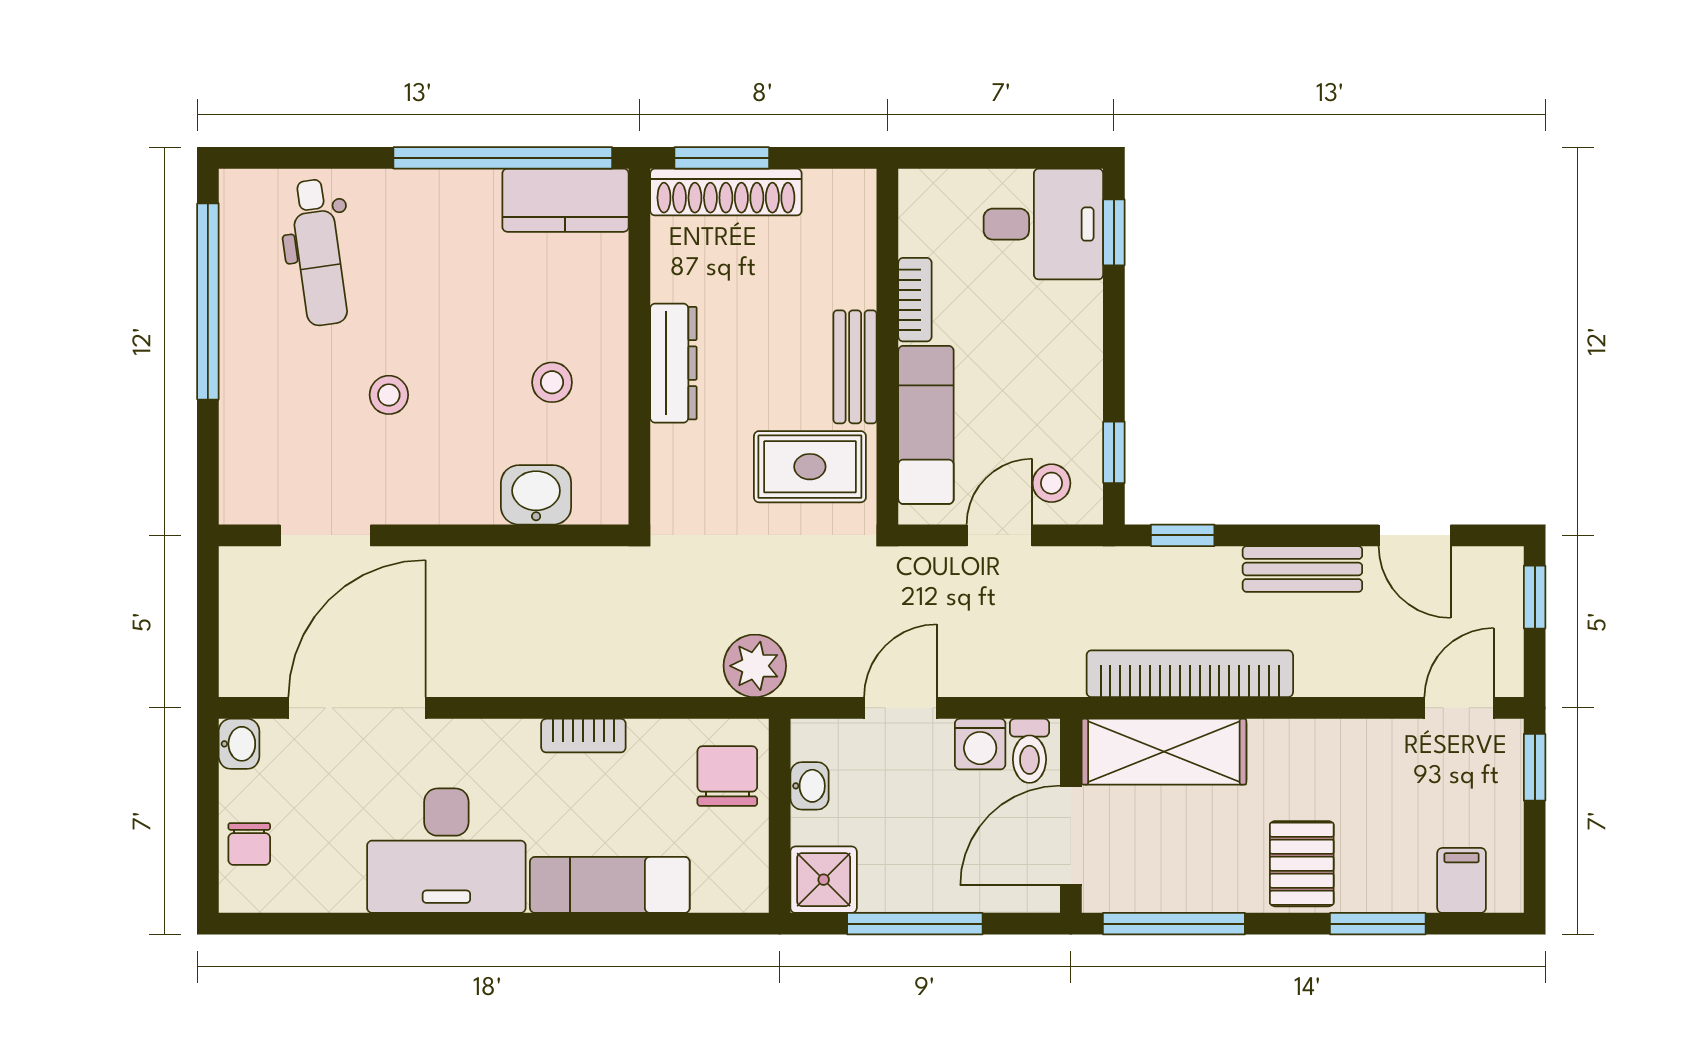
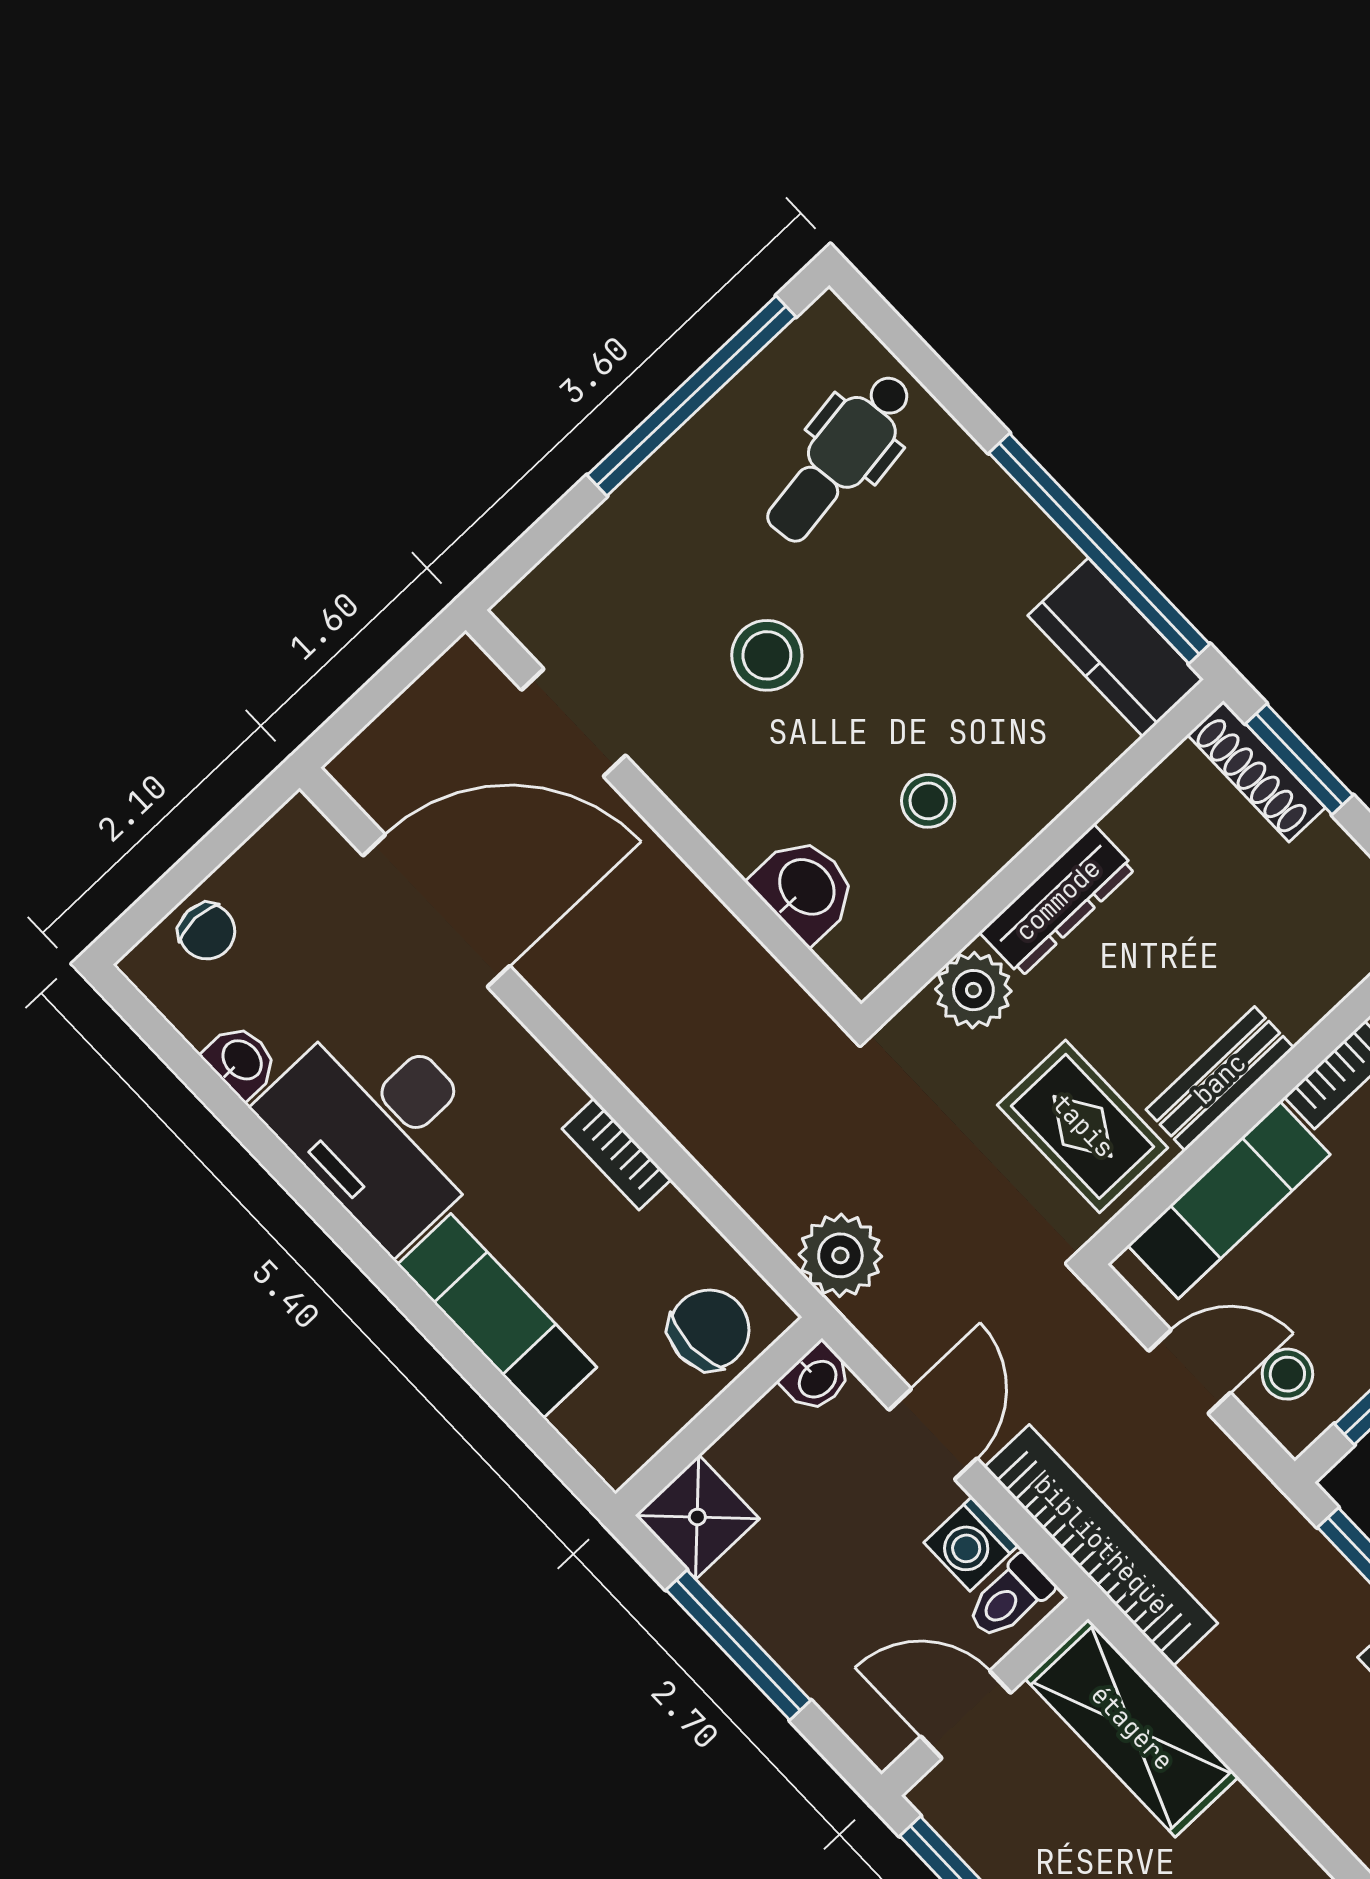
shoe rack: (726, 192) -> (1256, 771), width x0.74, depth x0.81
stool: (389, 395) -> (767, 655), width x1.37, depth x1.37
plant: (679, 456) -> (973, 990), added
bookcase: (1190, 674) -> (1101, 1545), moved
door: (900, 708) -> (933, 1434), hinge flipped
washbasin: (239, 744) -> (241, 1061), moved, turned -90
washbasin: (810, 786) -> (817, 1378), moved
door: (1071, 836) -> (966, 1715), width x0.73
chair: (249, 844) -> (207, 931), turned -90

